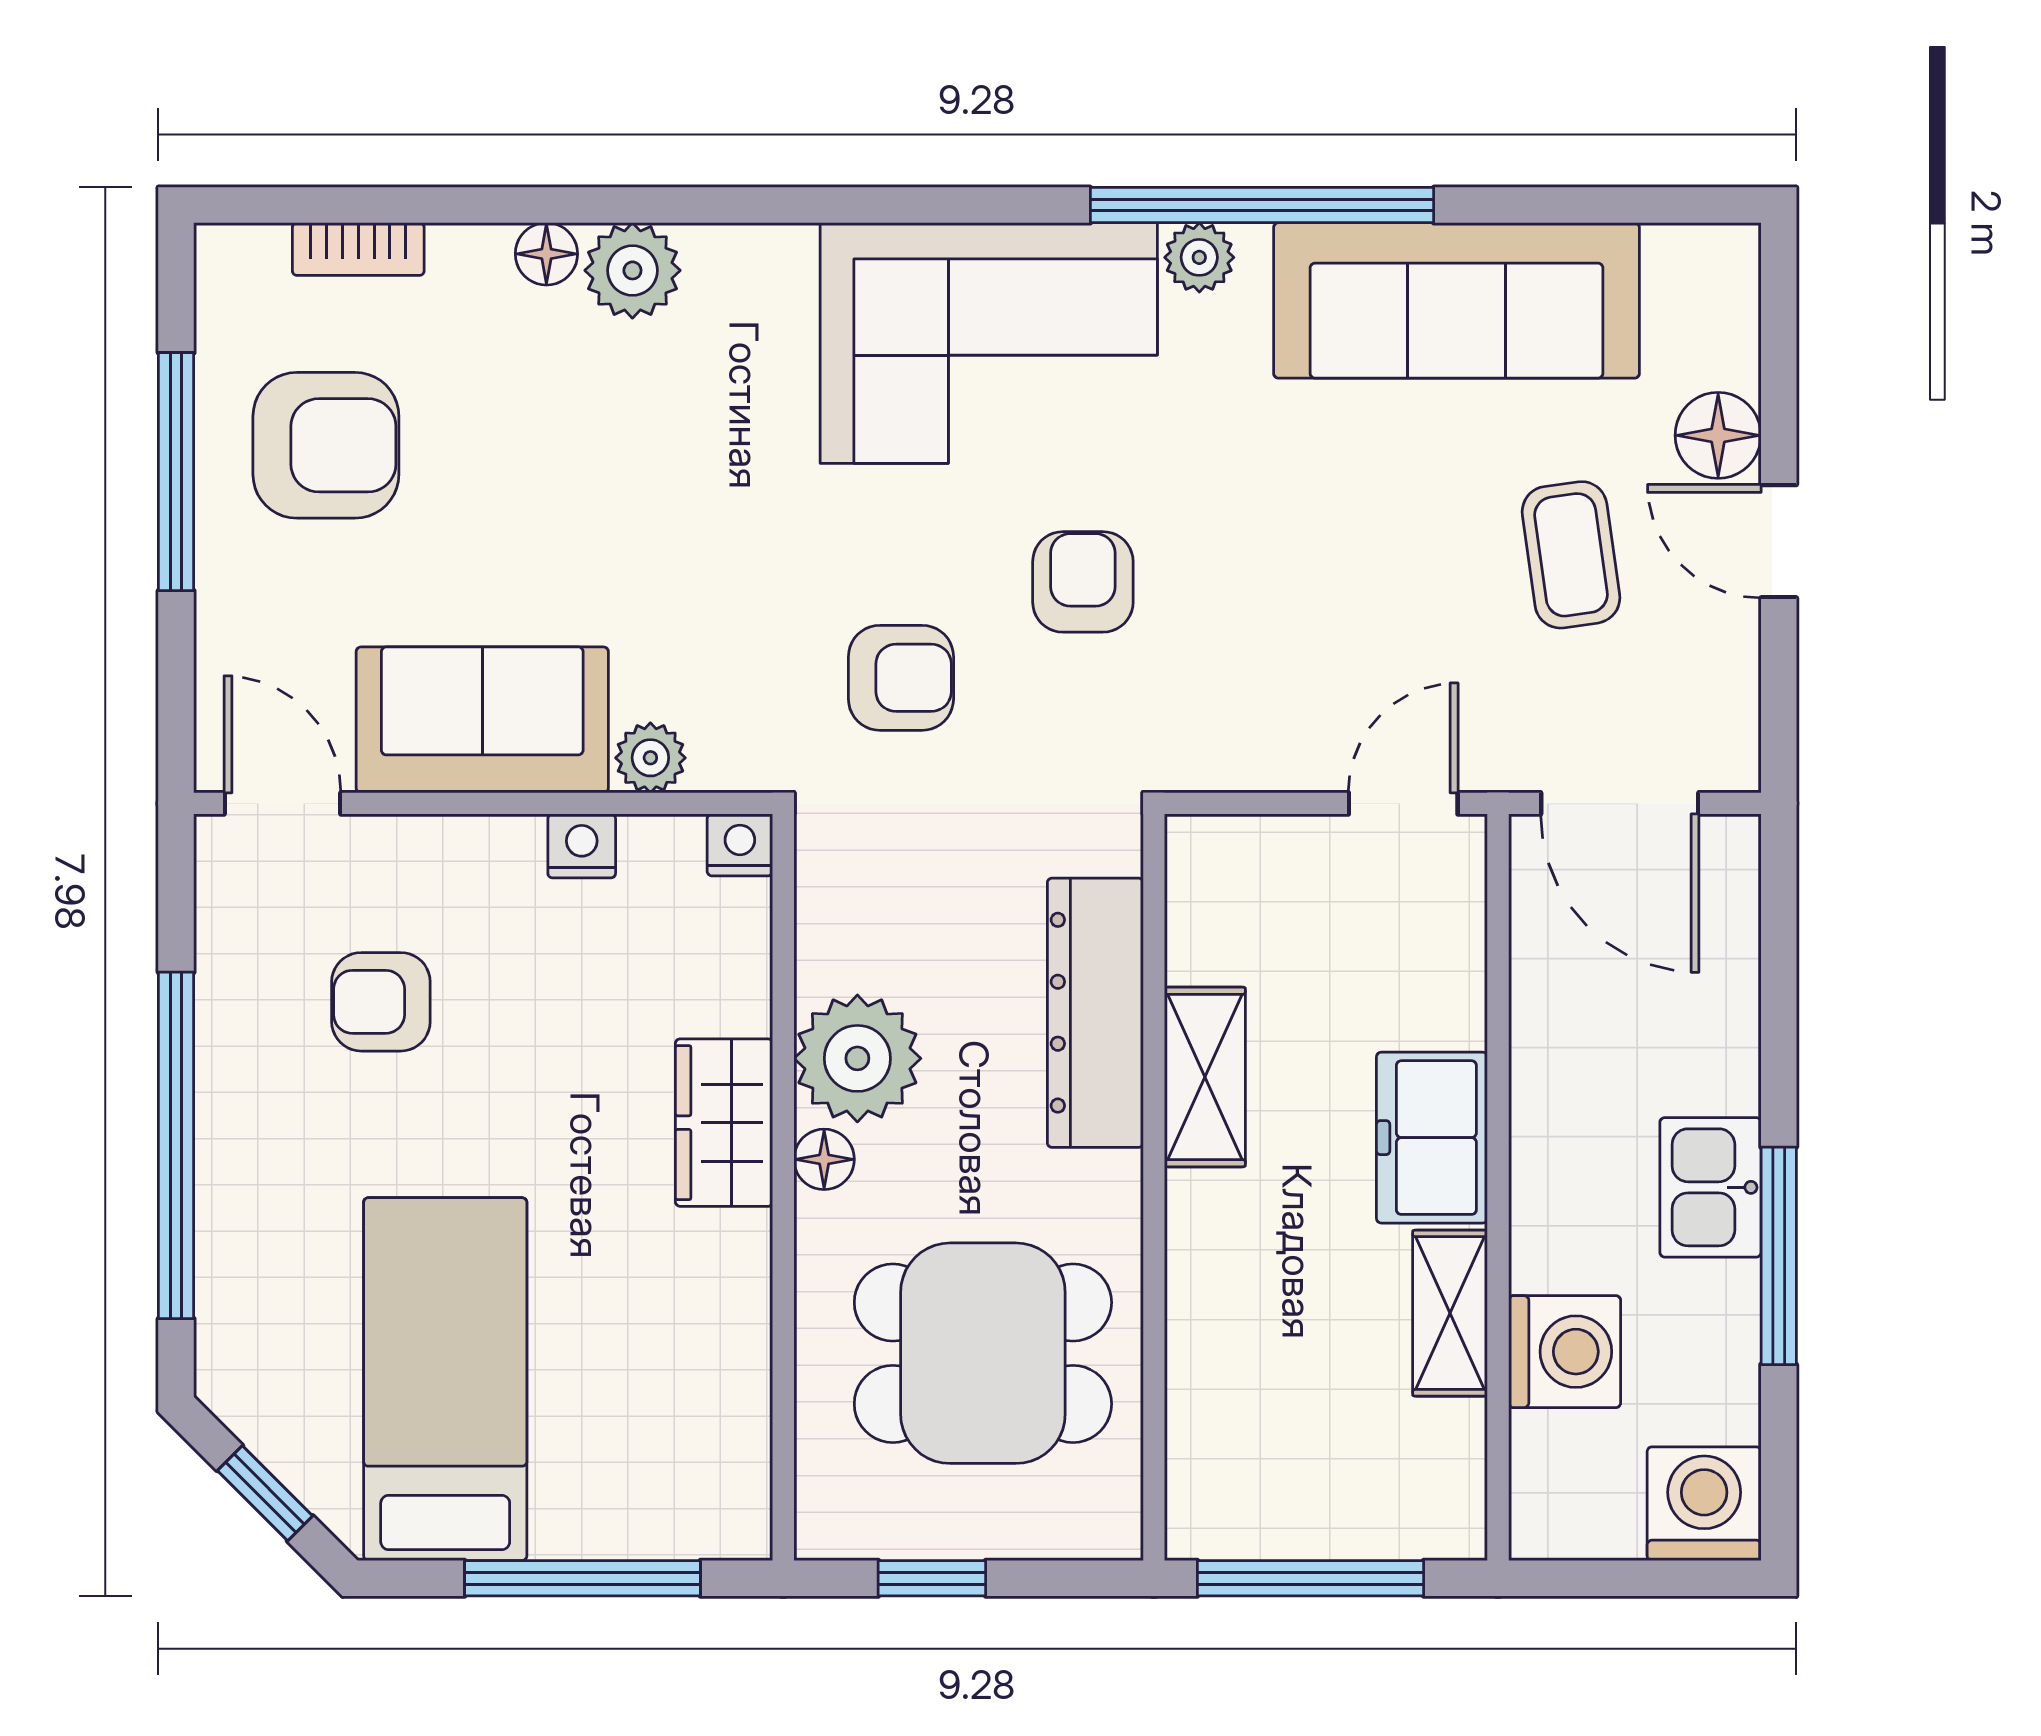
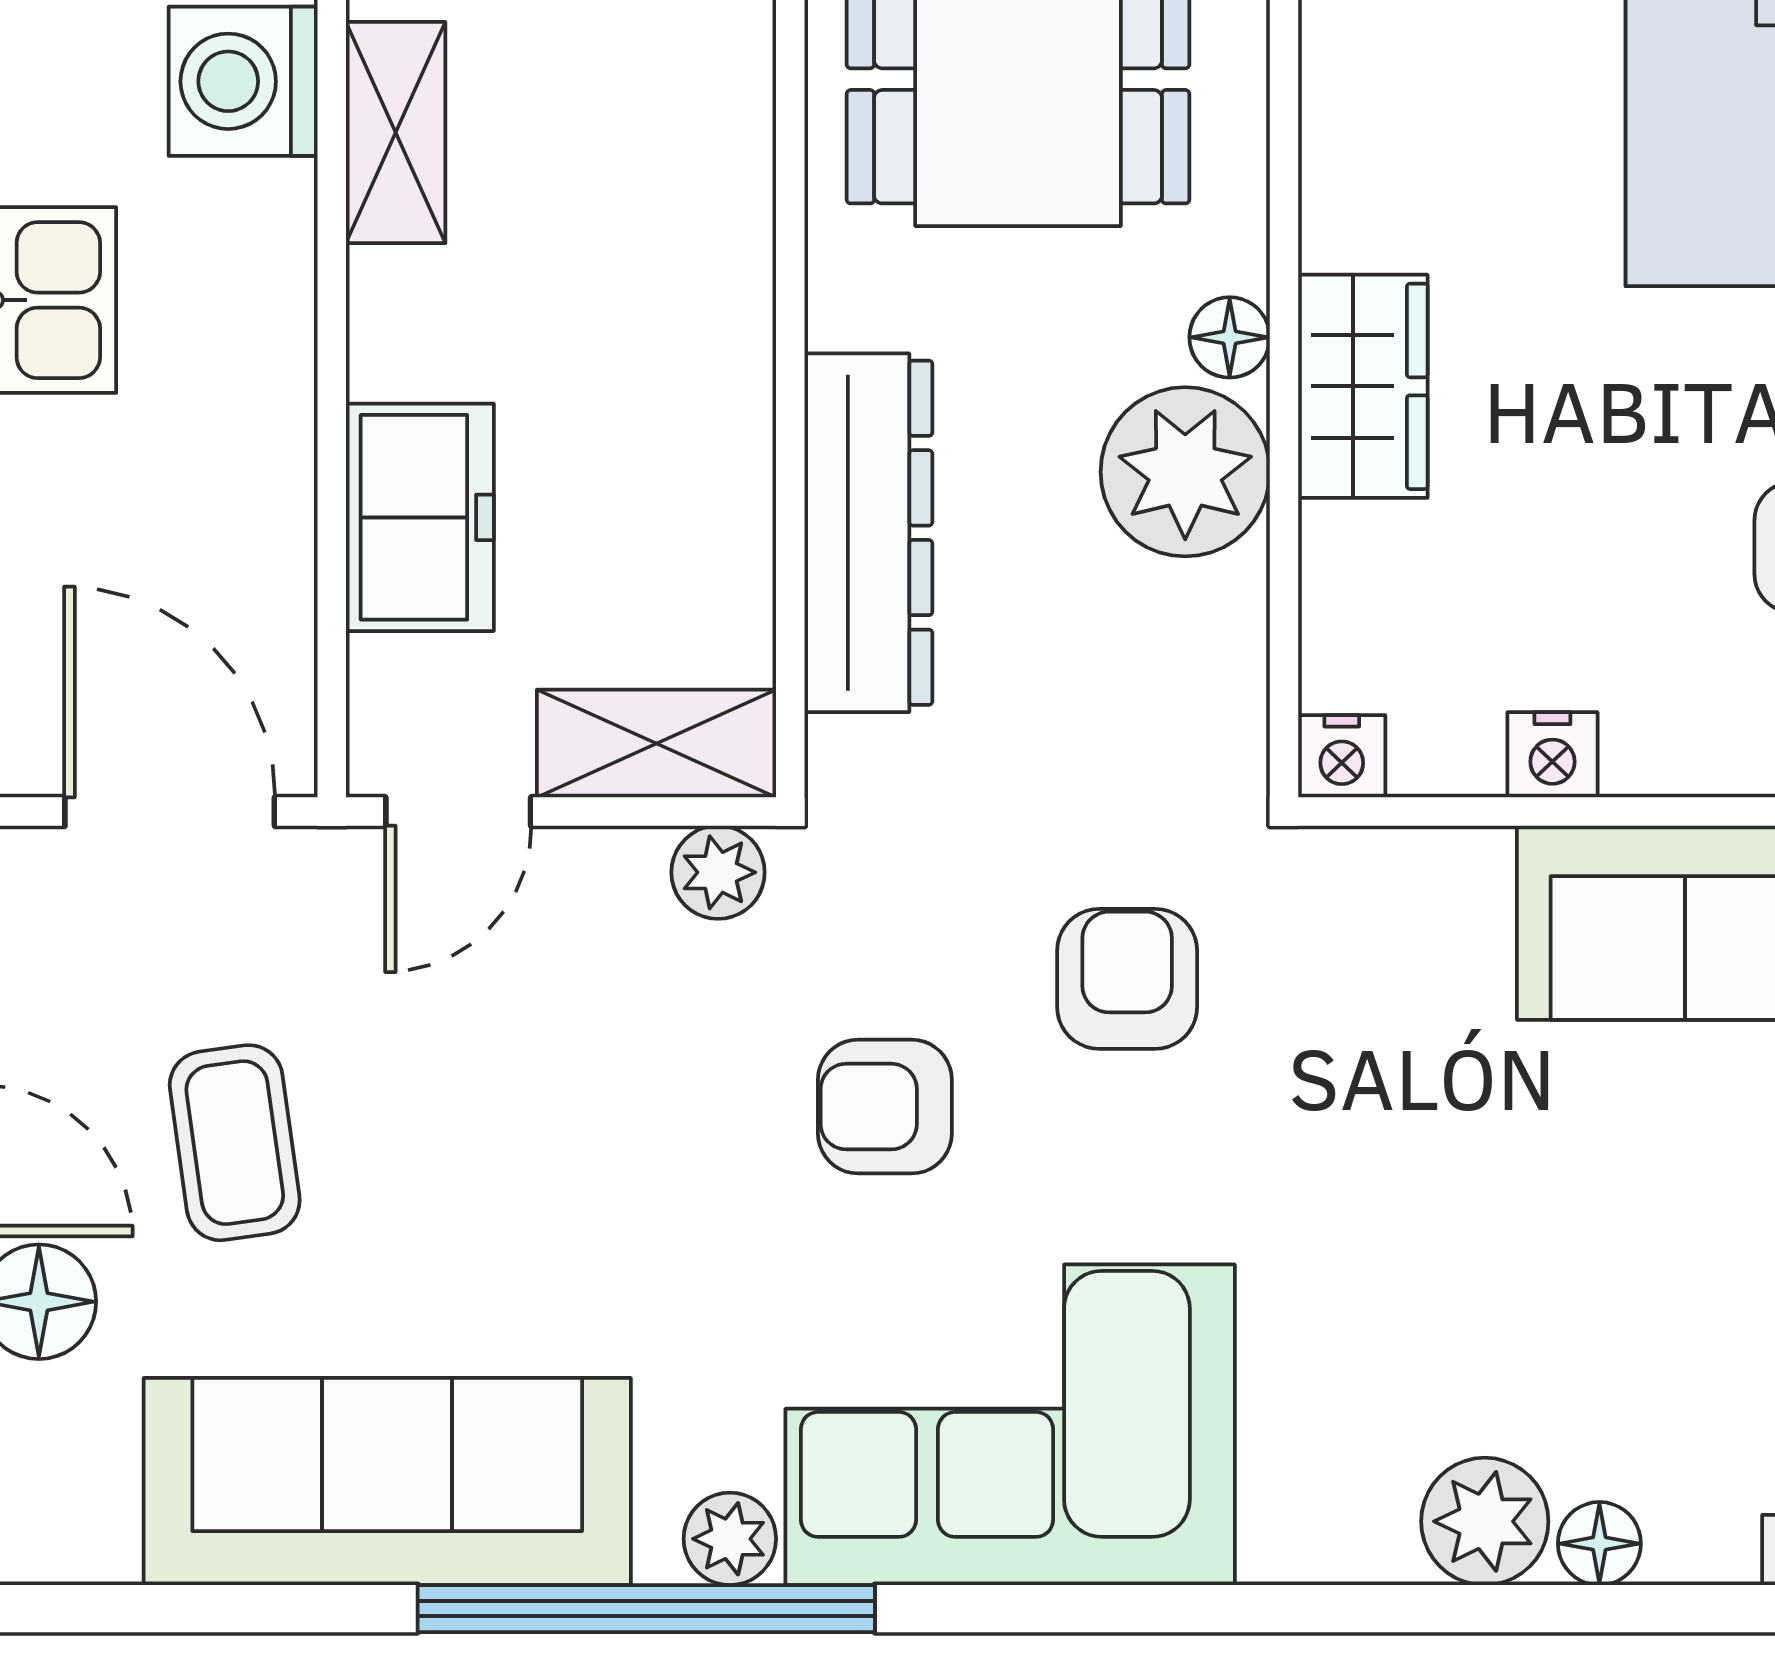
armchair: (1083, 582) -> (885, 1107), turned 90
armchair: (901, 678) -> (1127, 979), turned 90
plant: (650, 758) -> (718, 872), moved
shelving: (1205, 1077) -> (656, 744), moved, turned 90
freezer: (1432, 1138) -> (420, 517), moved

